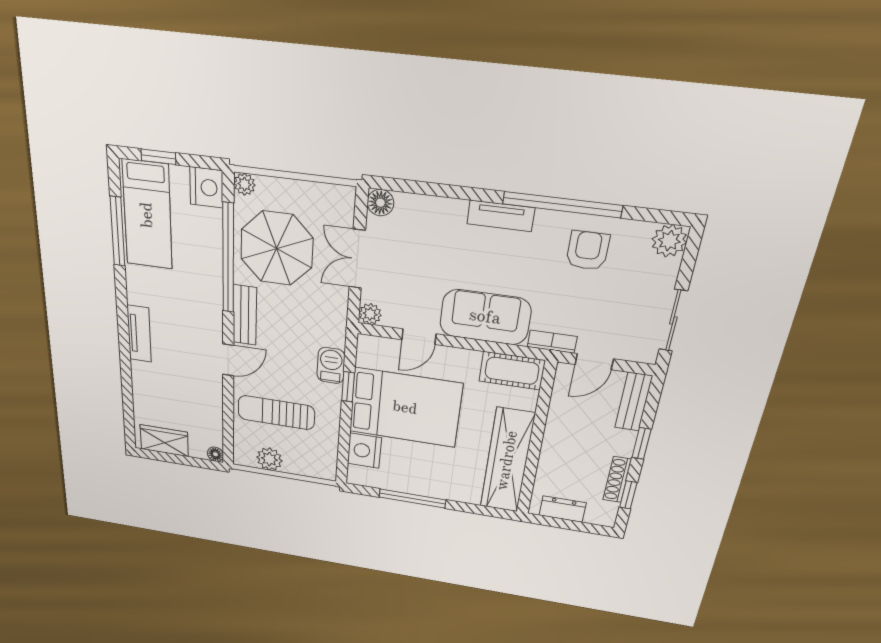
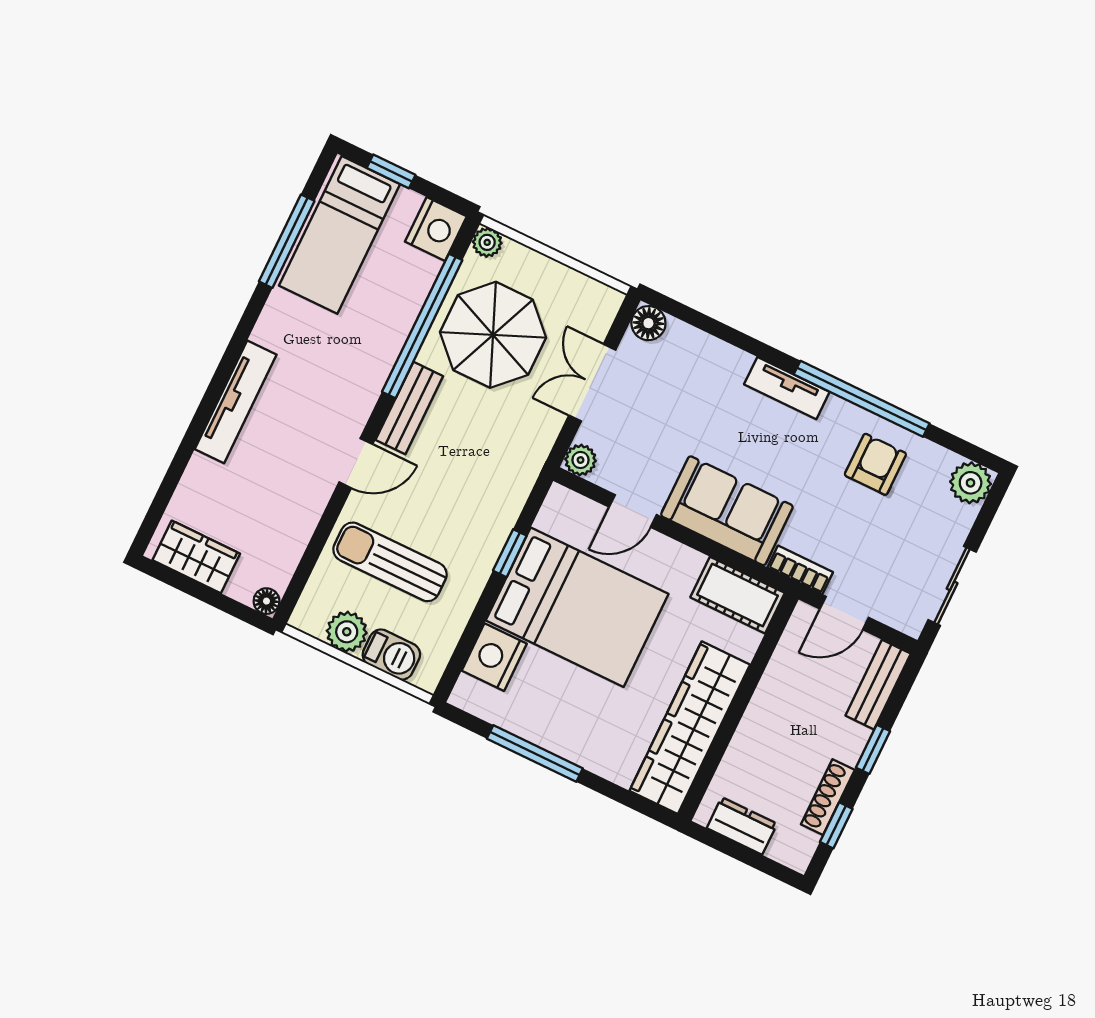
tv unit: (139, 334) -> (236, 402), width x1.41
barbecue: (331, 365) -> (391, 655), moved, turned 90

